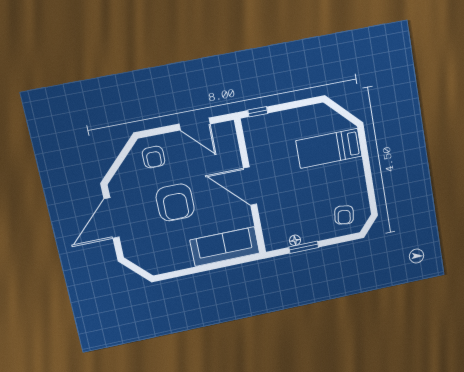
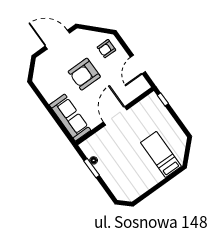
armchair: (344, 215) -> (124, 184), removed

